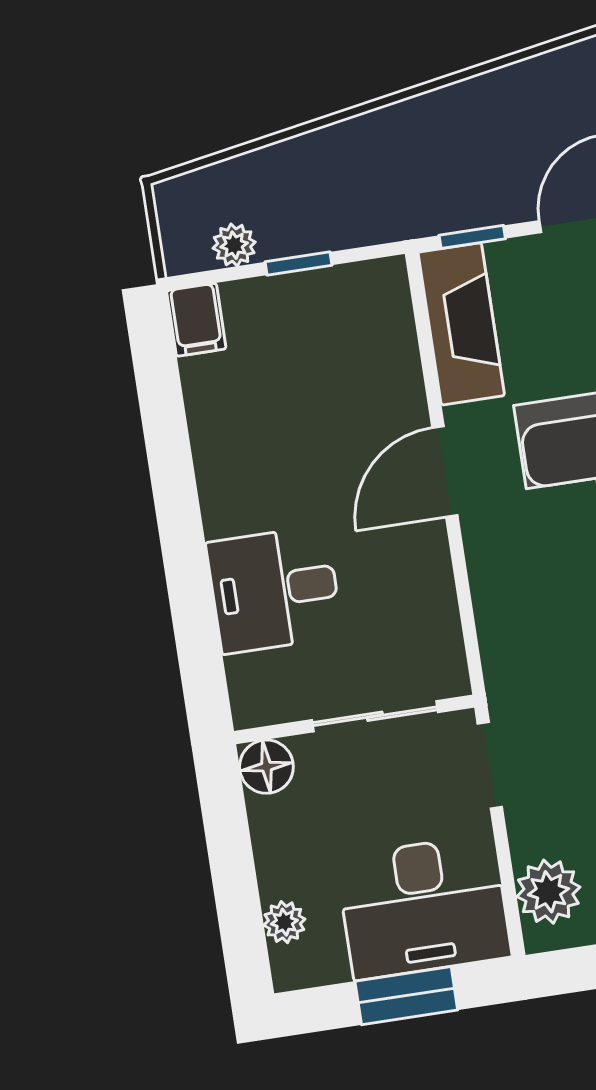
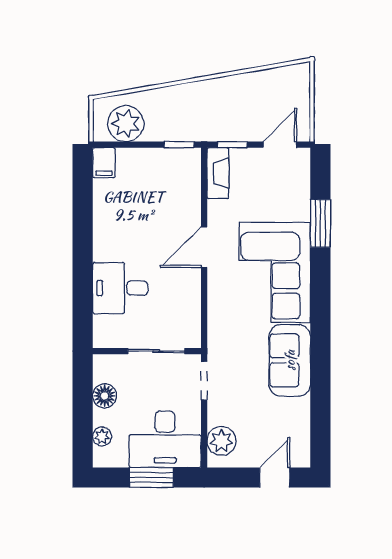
plant: (234, 245) -> (126, 124), width x1.87, depth x1.87
window: (298, 264) -> (179, 145), moved
fireplace: (461, 324) -> (218, 173), width x0.73, depth x0.76
floor lamp: (266, 767) -> (105, 396), moved

